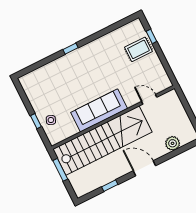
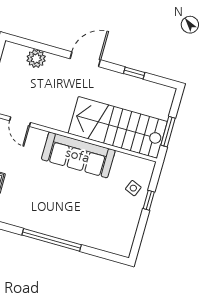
window: (70, 49) -> (52, 240), width x3.17
stairs: (102, 141) -> (118, 127), width x0.73
door: (144, 168) -> (85, 59), swing flipped

